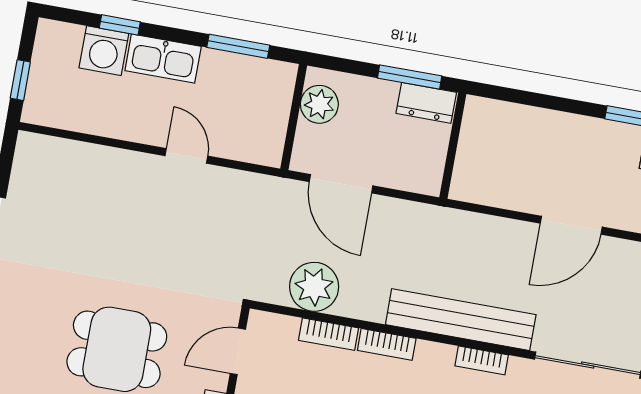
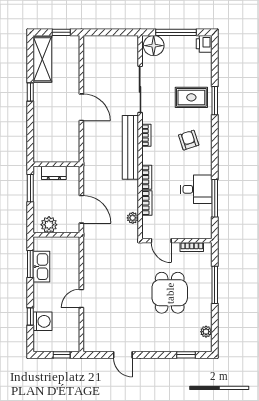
kitchen sink: (163, 59) -> (41, 267), moved
dresser: (426, 103) -> (54, 173), moved, turned 90
door: (186, 156) -> (81, 298), moved
door: (341, 184) -> (81, 209), hinge flipped
plant: (314, 287) -> (133, 218), width x0.53, depth x0.53

